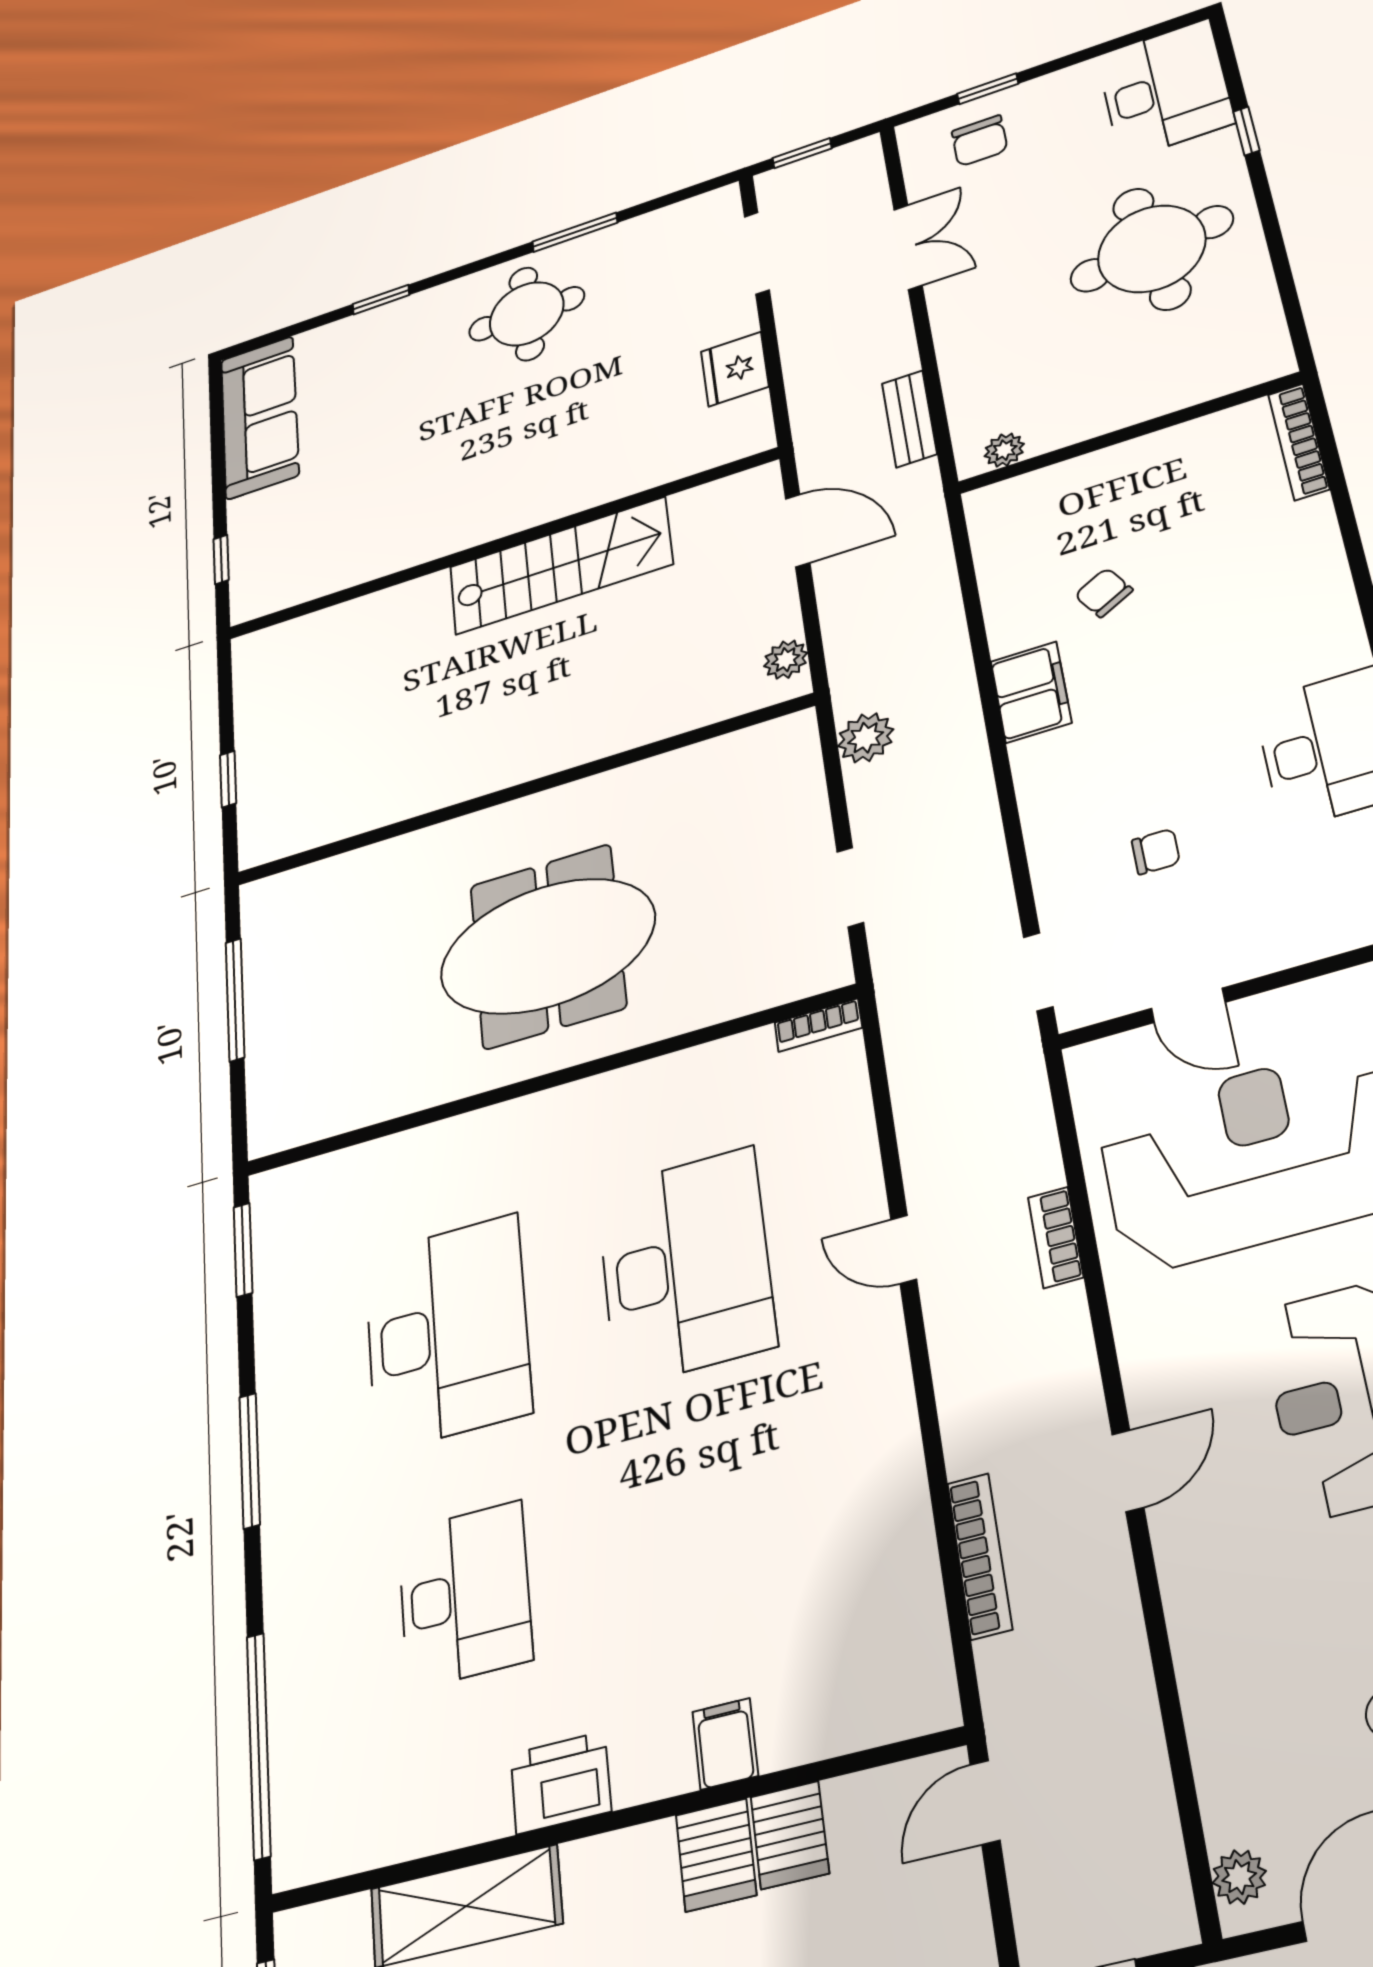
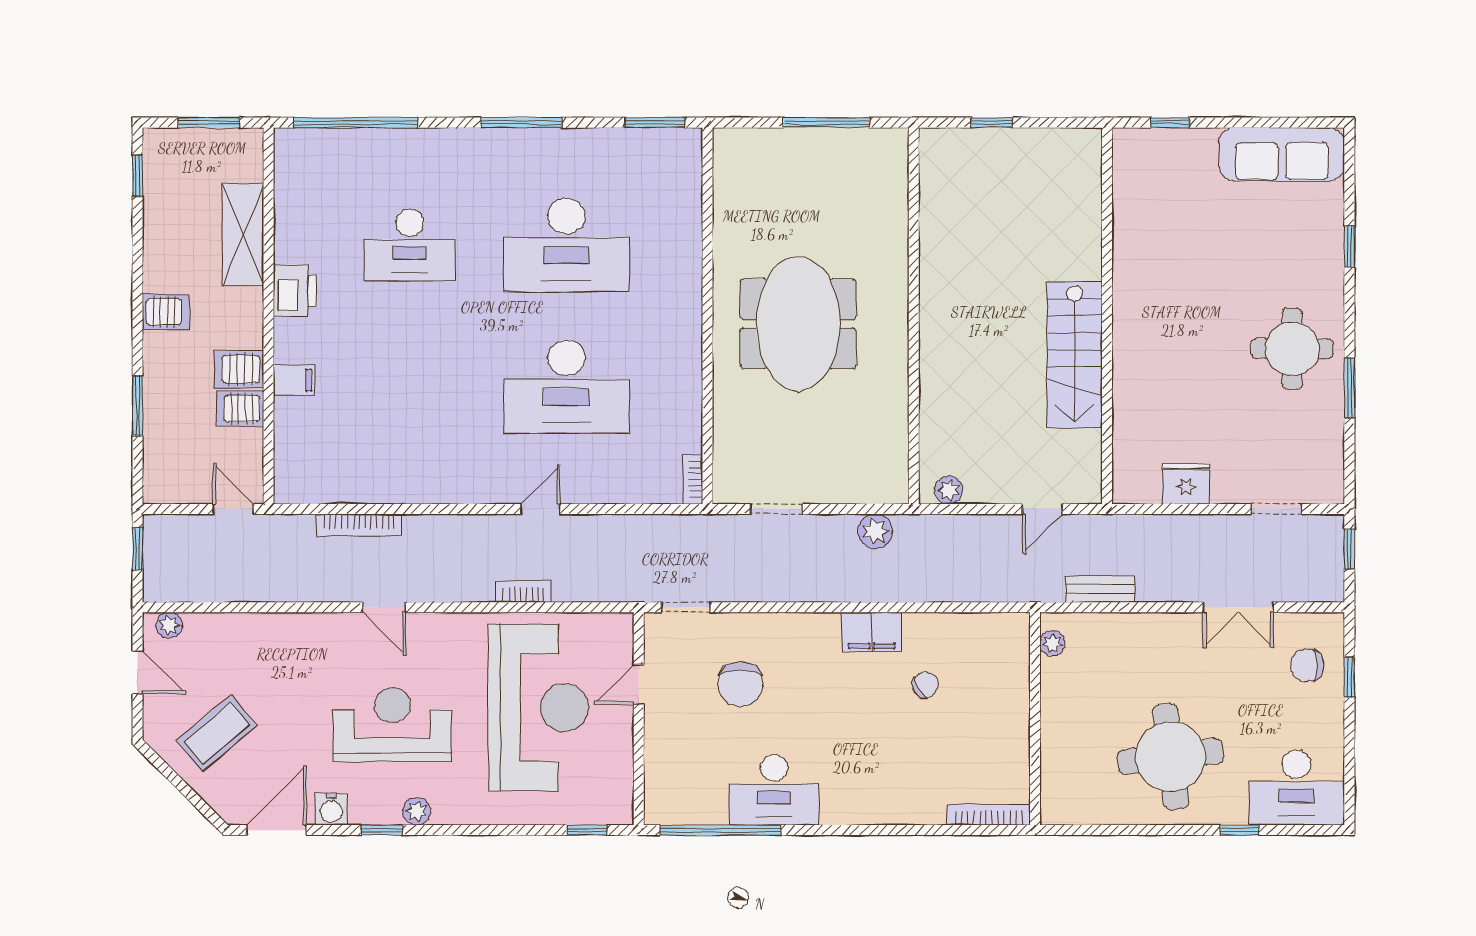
doorway: (757, 253) -> (1276, 509), width x0.73
door: (798, 531) -> (1042, 509), width x0.73
chair: (1156, 852) -> (740, 684), width x1.87, depth x1.87

